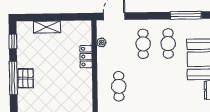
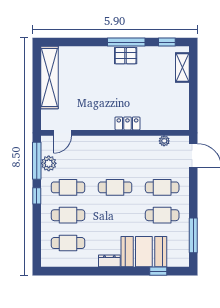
shelving: (47, 27) -> (182, 67), moved
locker: (86, 57) -> (127, 123), moved
cafe table: (119, 86) -> (115, 187), moved

